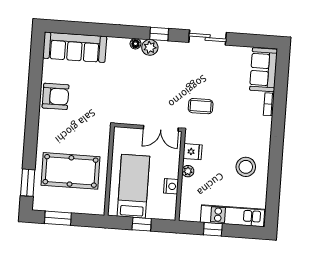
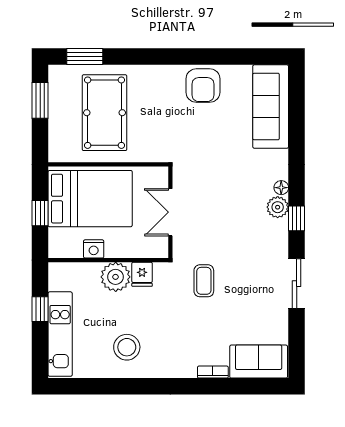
double door: (161, 128) -> (170, 212), moved
plant: (188, 171) -> (116, 277), width x1.88, depth x1.88
bed: (133, 186) -> (90, 199), width x1.50

